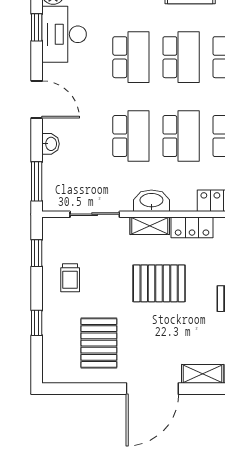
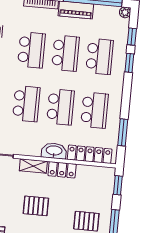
washbasin: (151, 201) -> (54, 151), moved
pallet: (159, 283) -> (36, 206), width x0.67, depth x0.71

